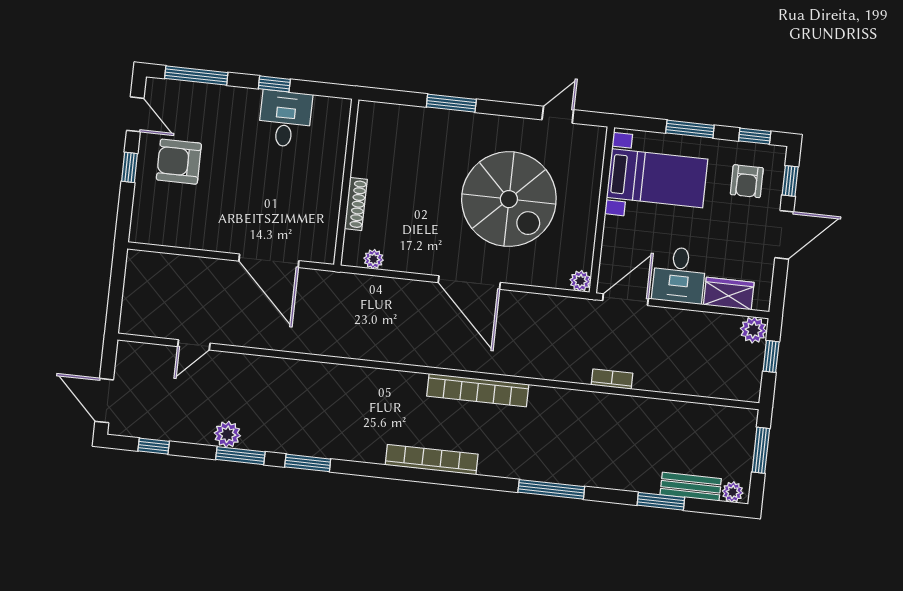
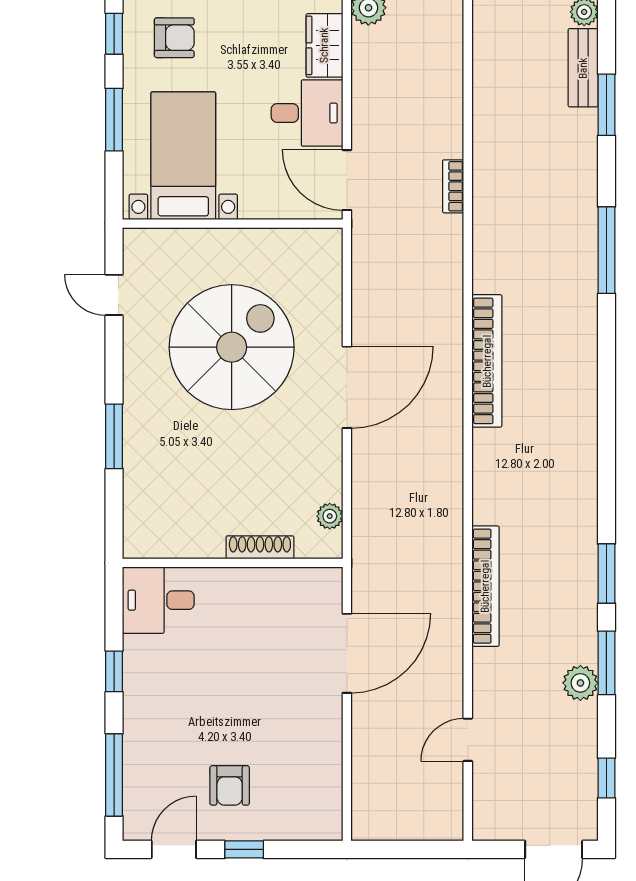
desk: (285, 119) -> (158, 600), moved
armchair: (179, 162) -> (230, 785), width x0.72, depth x0.72
plant: (580, 281) -> (329, 242), removed
door: (194, 345) -> (468, 740), swing flipped
bookcase: (432, 460) -> (485, 586), moved, turned 180

